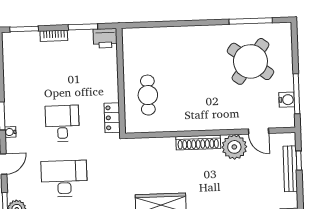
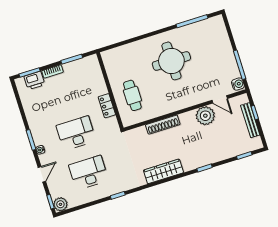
printer: (105, 38) -> (34, 80), moved
round table: (250, 61) -> (171, 61), moved, turned -37
water cooler: (287, 100) -> (238, 84), moved
locker: (112, 118) -> (107, 106), moved
desk: (62, 123) -> (76, 133), width x1.37
shoe rack: (198, 143) -> (163, 125), moved

